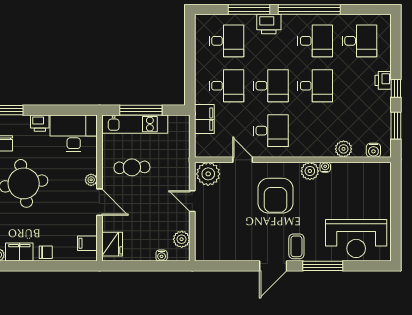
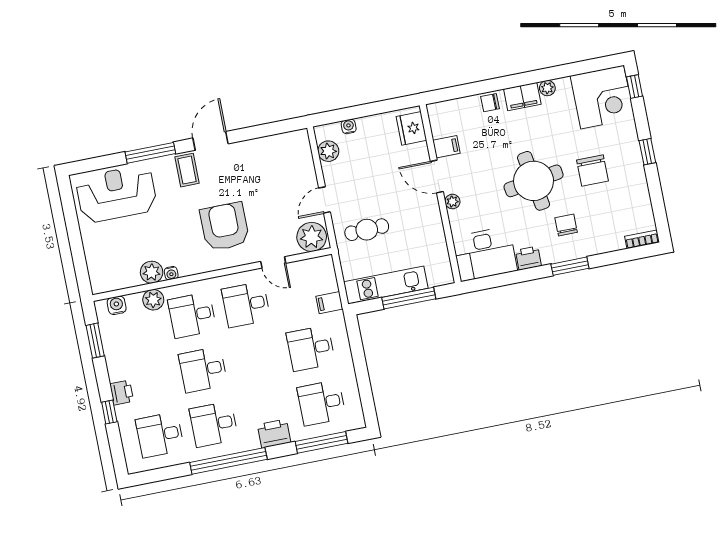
window: (249, 9) -> (321, 442), moved
desk: (271, 86) -> (192, 315), moved
window: (396, 88) -> (109, 412), moved
filing cabinet: (204, 119) -> (329, 303), width x0.50
kitchen unit: (135, 124) -> (386, 285), moved
cafe table: (132, 167) -> (367, 230), moved
plant: (310, 171) -> (152, 272), moved
door: (192, 201) -> (324, 200), swing flipped
filing cabinet: (87, 243) -> (446, 147), moved

